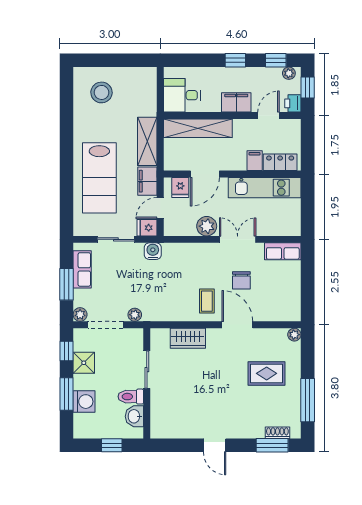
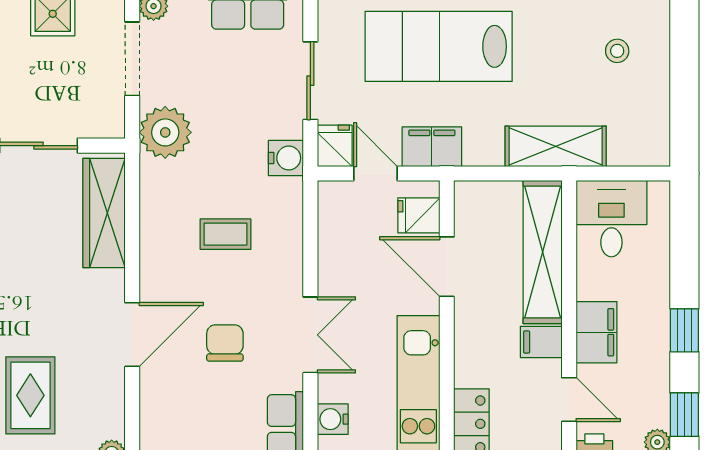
stool: (101, 92) -> (617, 51), width x0.53, depth x0.53
shelving: (147, 141) -> (556, 146), moved
filing cabinet: (255, 161) -> (541, 342), moved, turned 180
plant: (207, 226) -> (338, 270), removed
water cooler: (278, 229) -> (333, 419), added
chair: (241, 280) -> (225, 343), turned 90
coffee table: (207, 301) -> (225, 234), moved
plant: (135, 315) -> (165, 132), width x1.87, depth x1.87
wardrobe: (188, 338) -> (104, 213), width x1.50

